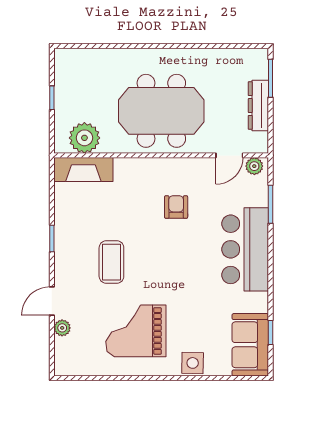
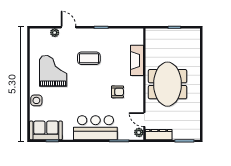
dresser: (258, 106) -> (159, 135), moved
plant: (84, 138) -> (153, 44), removed
fireplace: (83, 170) -> (137, 60), moved

